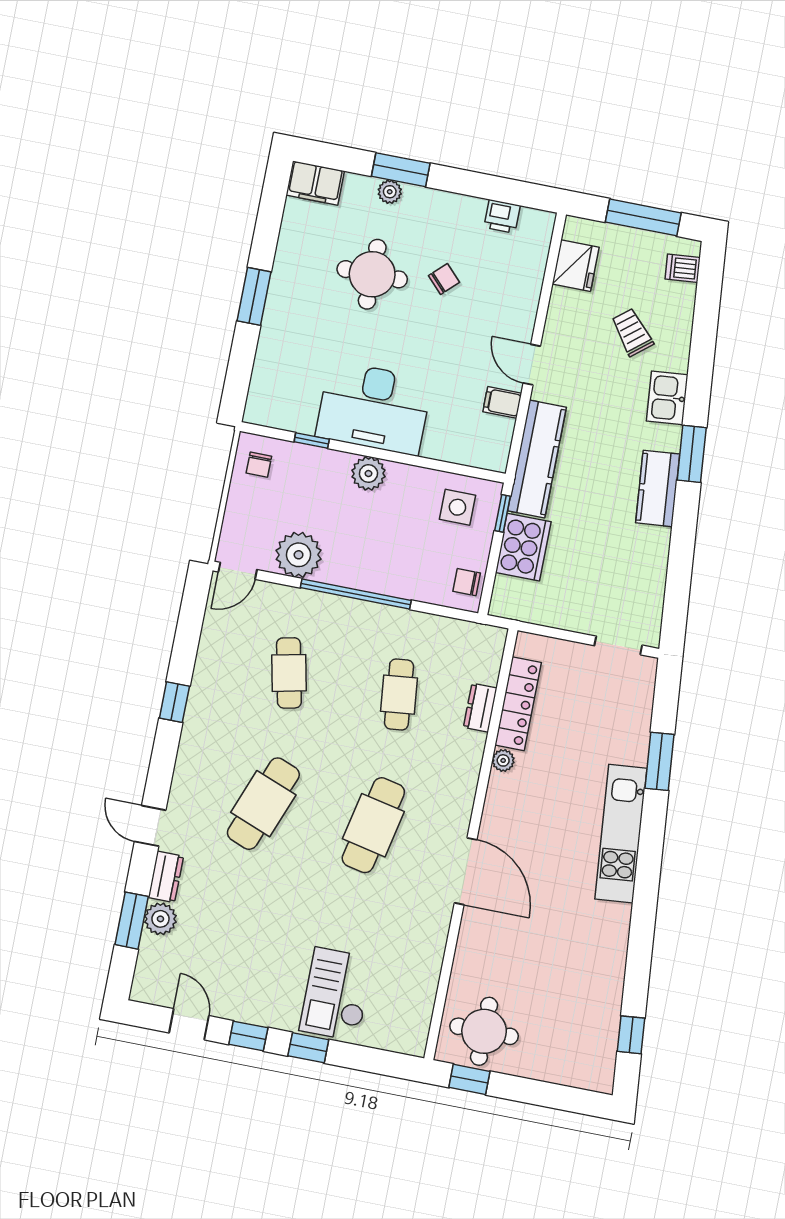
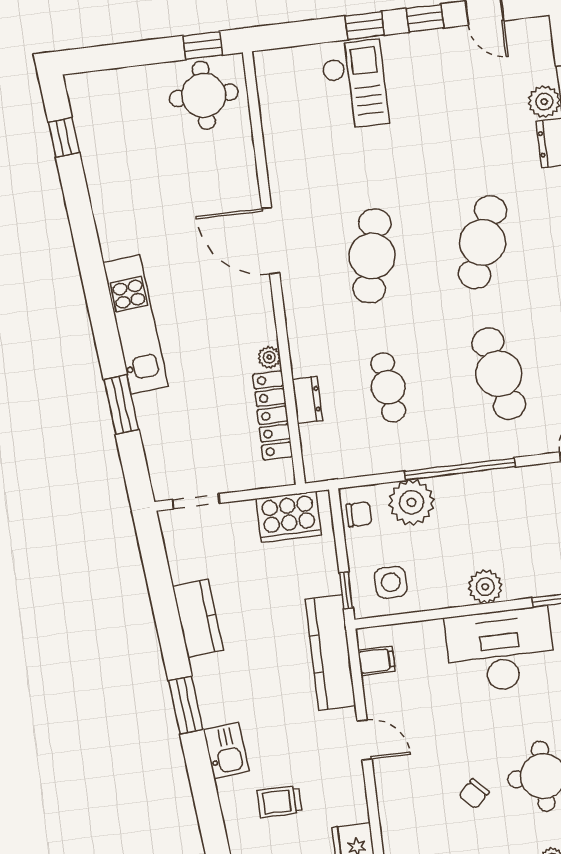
trolley: (632, 332) -> (280, 802), turned 129
filing cabinet: (502, 402) -> (376, 661), moved
kitchen counter: (658, 488) -> (198, 618), moved
cooker: (523, 547) -> (288, 517), moved, turned -90
plant: (299, 555) -> (411, 502), moved
cafe table: (289, 673) -> (499, 374), width x1.37, depth x1.35

